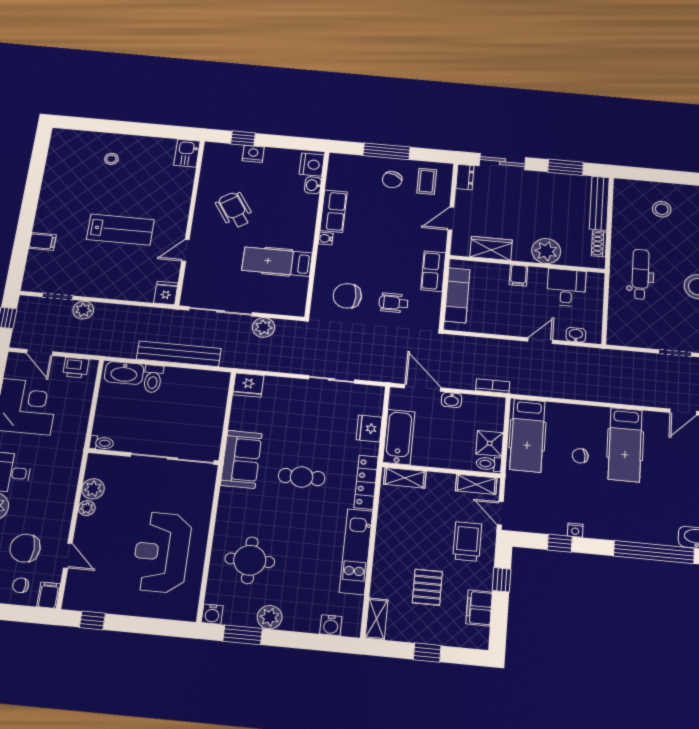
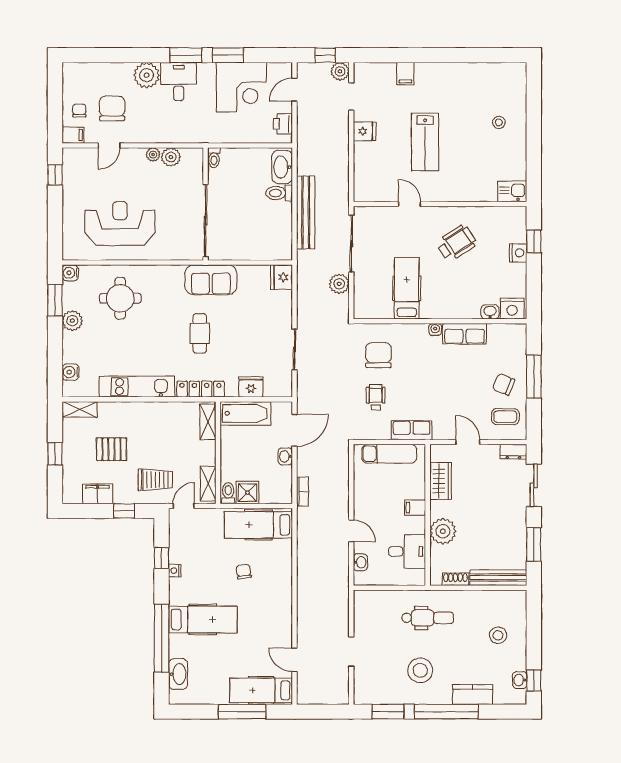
fridge: (166, 293) -> (365, 131), moved
plant: (83, 310) -> (340, 71), moved
hospital bed: (625, 445) -> (203, 619), moved, turned 180

